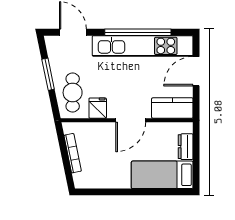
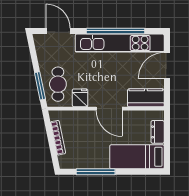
window: (48, 74) -> (40, 86), moved
door: (131, 120) -> (109, 109), hinge flipped
window: (115, 192) -> (96, 172), added

